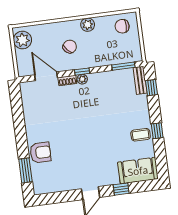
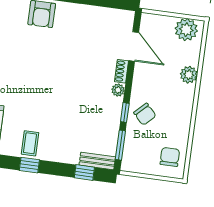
plant: (88, 25) -> (189, 75), moved
chair: (70, 47) -> (145, 114), moved
window: (82, 72) -> (125, 112), moved
door: (46, 76) -> (134, 47), hinge flipped

